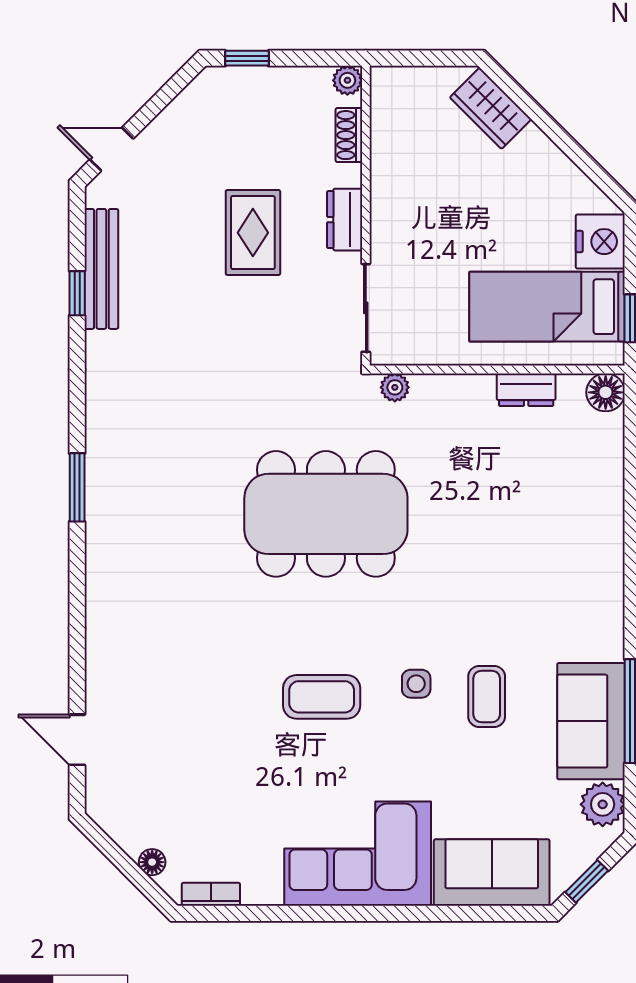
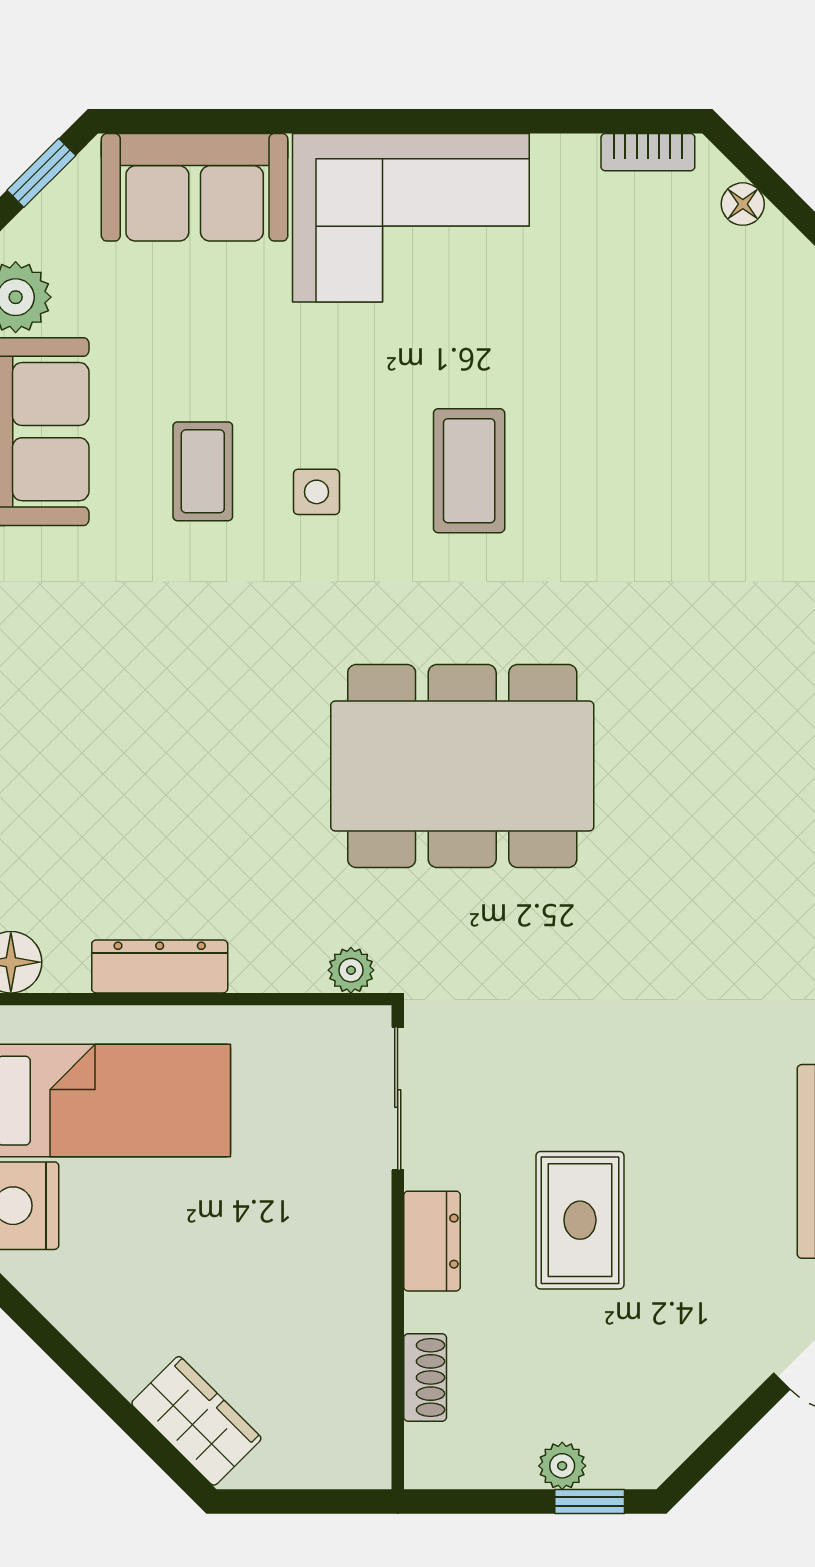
plant: (347, 80) -> (562, 1466), moved
dresser: (526, 390) -> (160, 966), width x1.44
coffee table: (322, 697) -> (469, 471), turned 90

